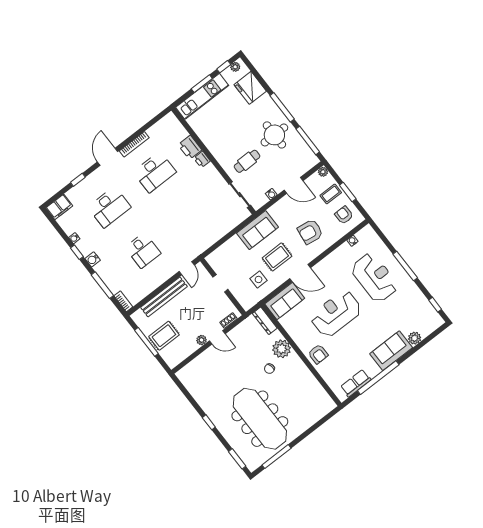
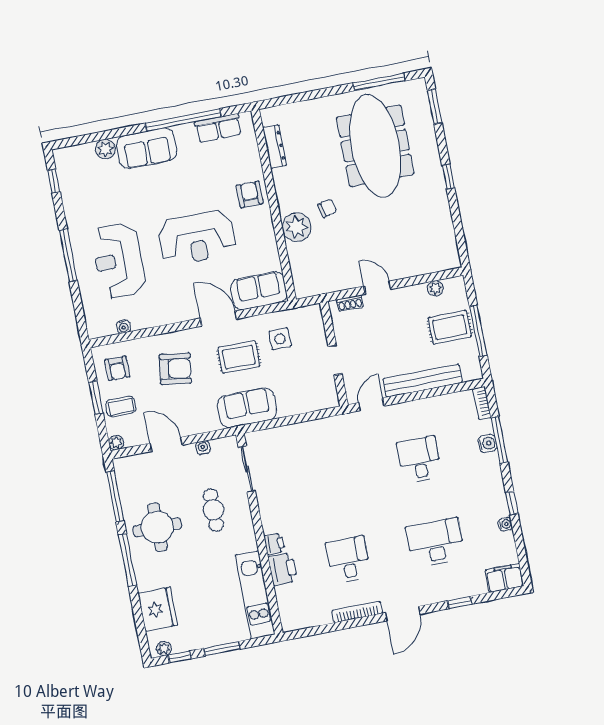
kitchen unit: (202, 96) -> (255, 595), moved, turned -90
cafe table: (247, 161) -> (213, 510), turned 90
desk: (155, 172) -> (348, 560), width x0.73
water cooler: (93, 259) -> (487, 443), moved
dresser: (265, 321) -> (275, 147), moved
plant: (201, 340) -> (435, 288), moved

